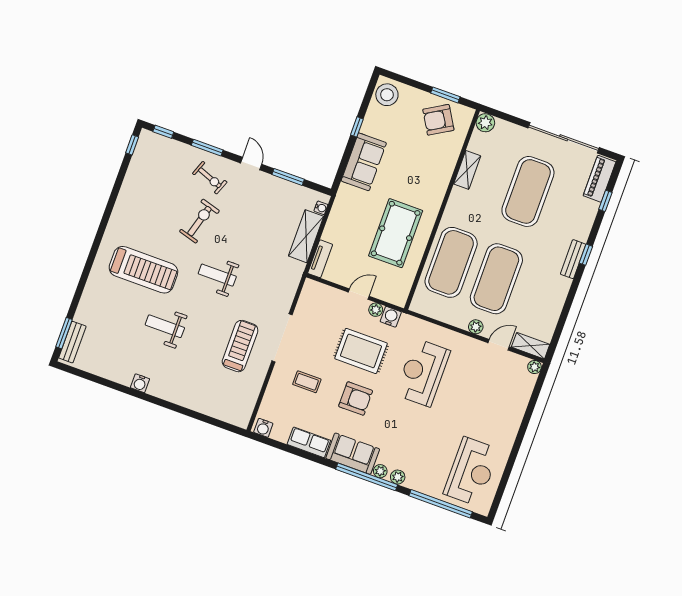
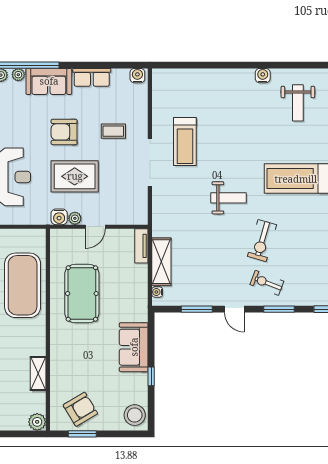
weight bench: (165, 326) -> (298, 103), moved, turned 90

